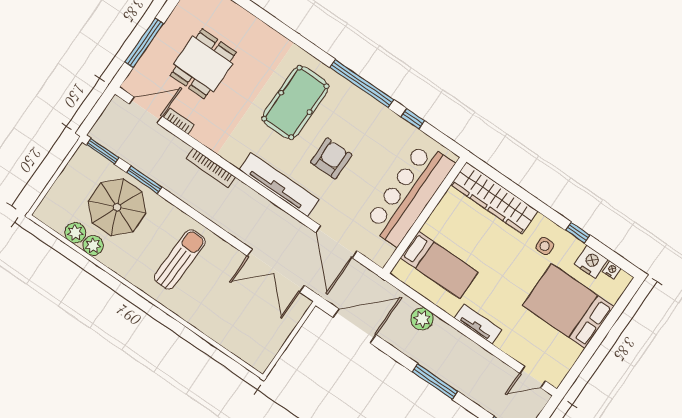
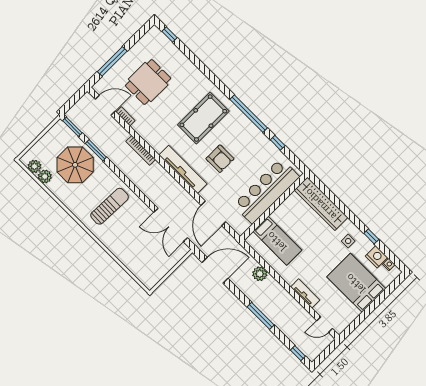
armchair: (331, 158) -> (220, 159), turned 90
plant: (93, 245) -> (34, 166), moved
tv unit: (478, 324) -> (305, 293), moved

